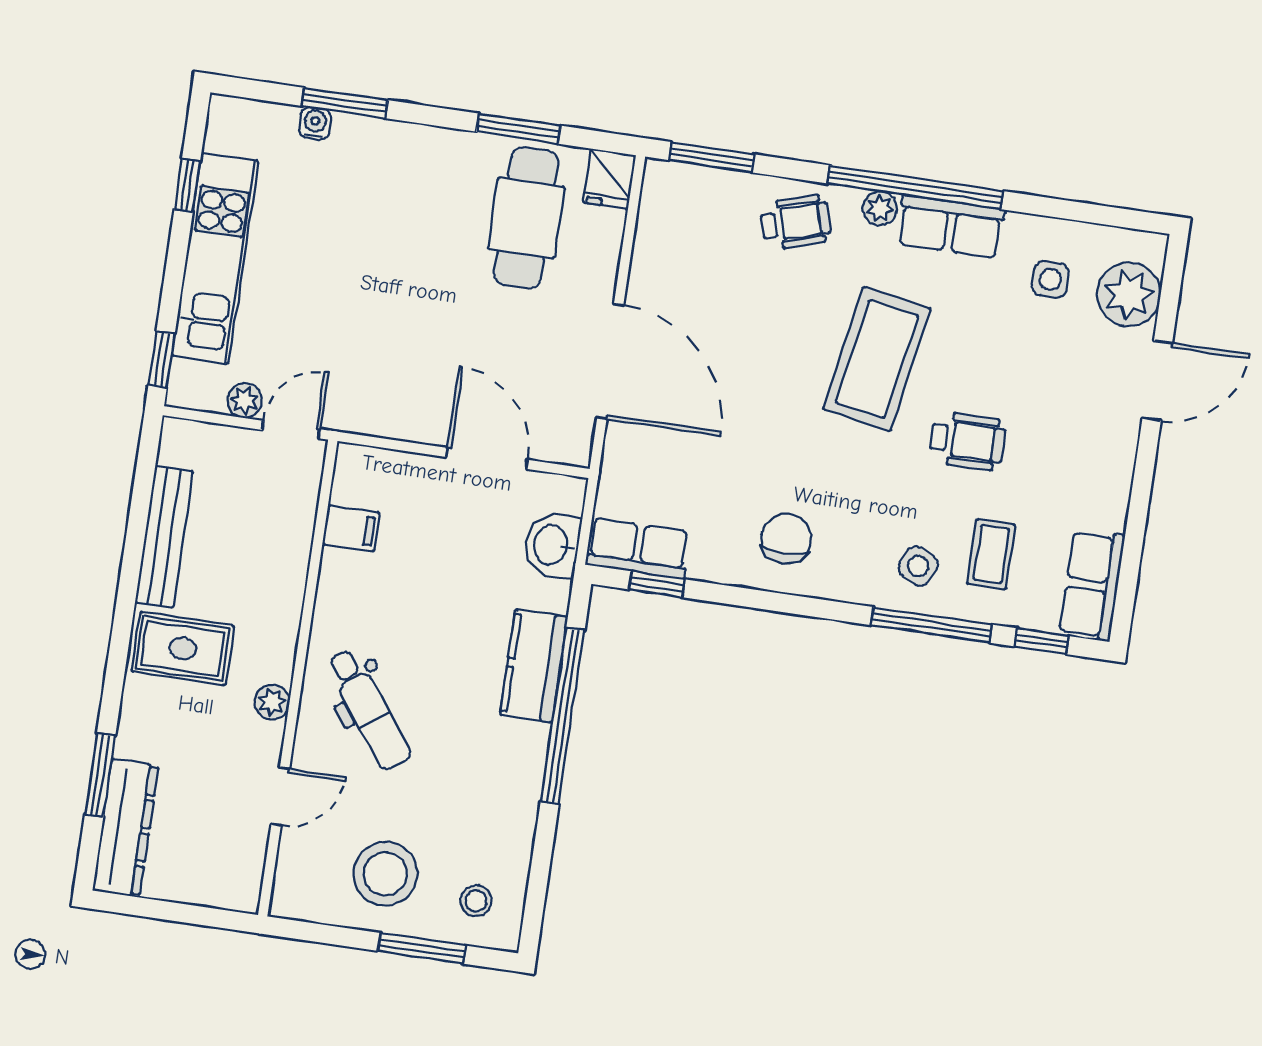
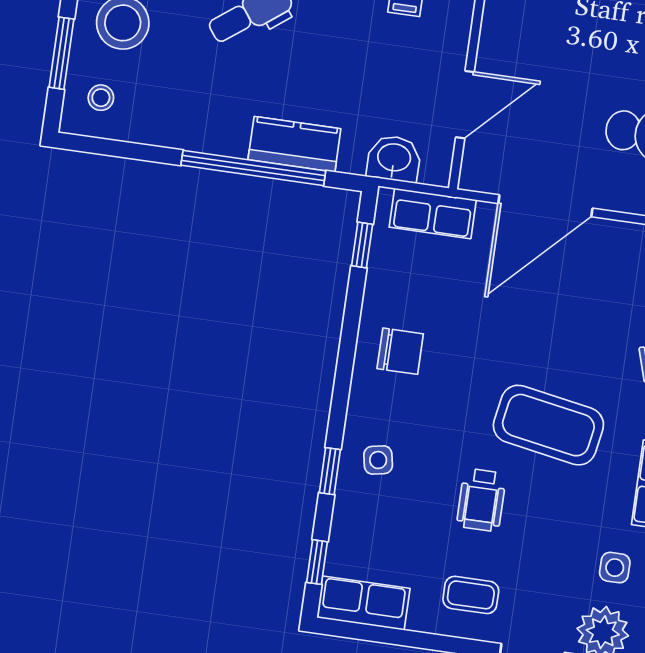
row of seats: (638, 548) -> (433, 213), moved, turned 90
coffee table: (991, 554) -> (471, 595), moved
side table: (918, 566) -> (378, 460), turned -37
window: (931, 625) -> (330, 471), width x0.46

